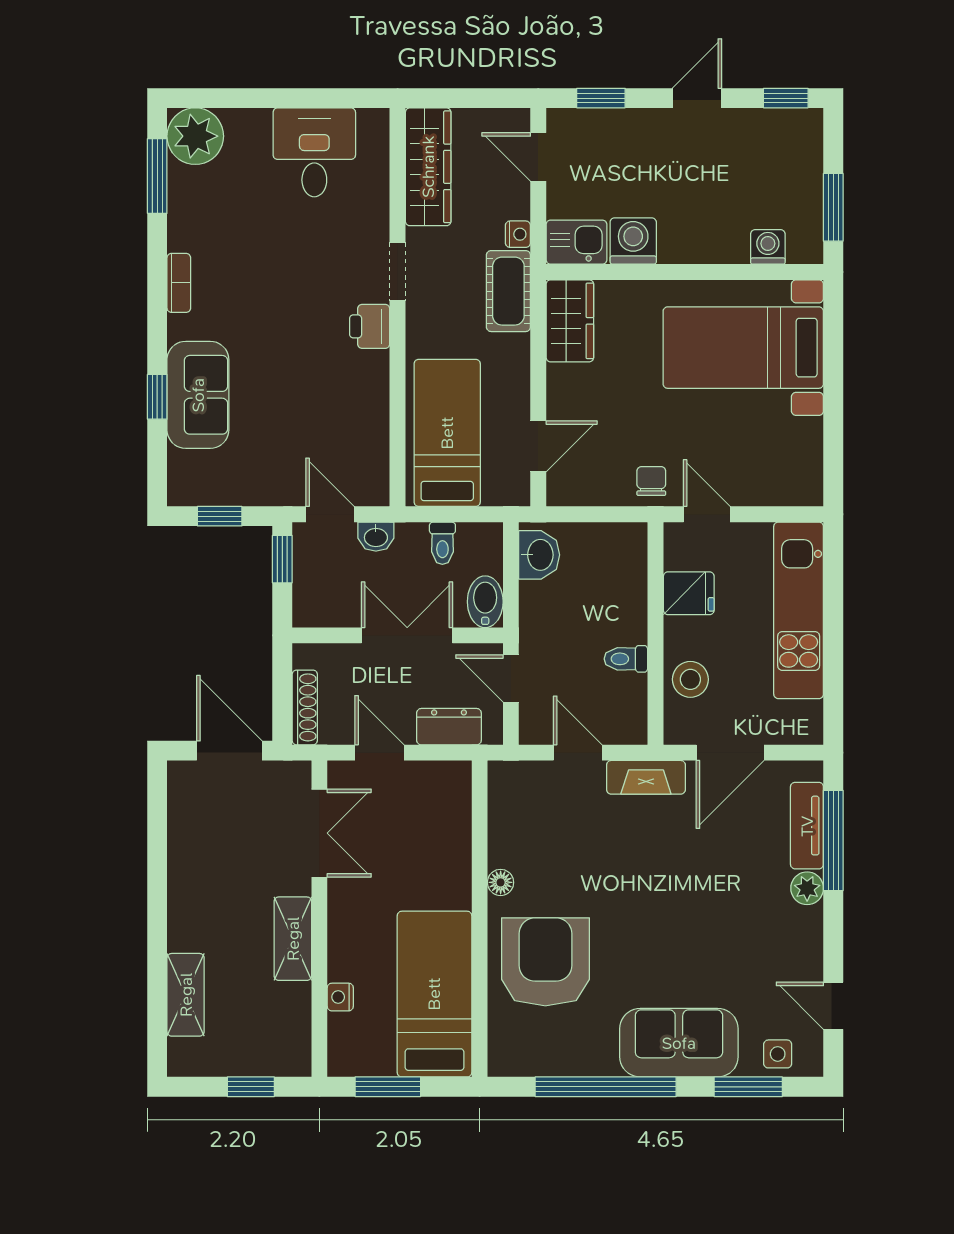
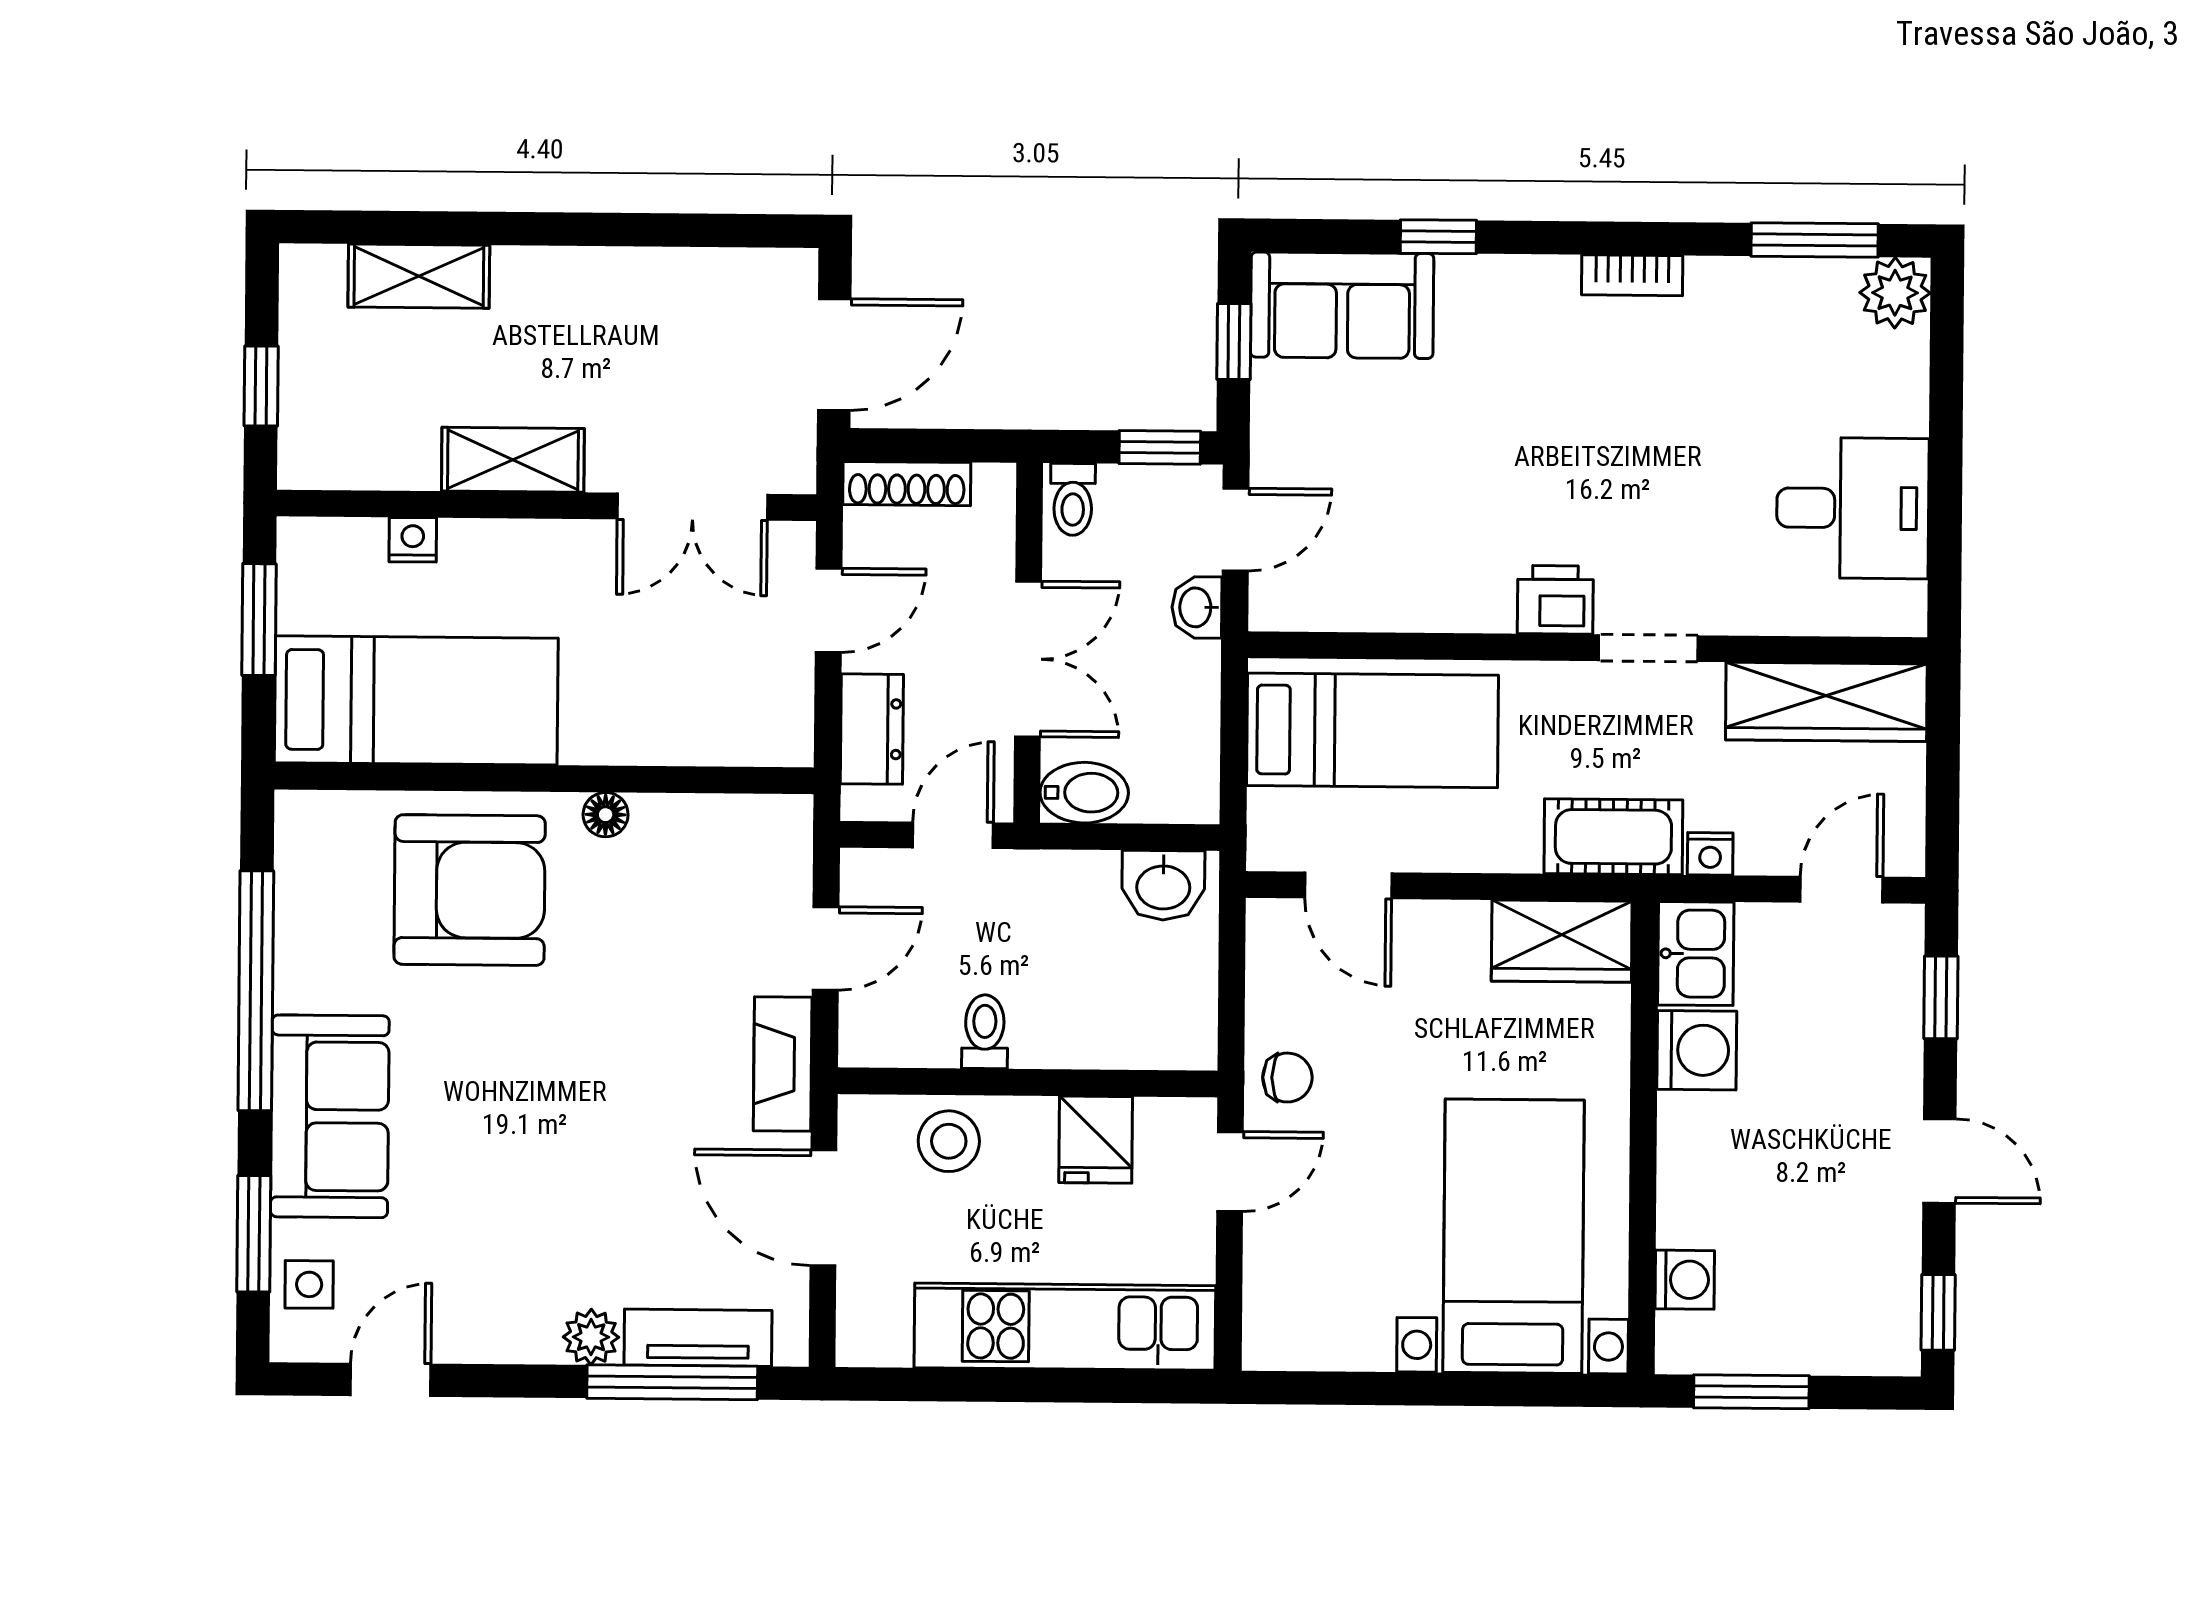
plant: (195, 136) -> (1895, 293), width x0.73, depth x0.73
sofa: (198, 395) -> (1342, 305), moved
toilet: (442, 543) -> (1073, 499), moved, turned -90

